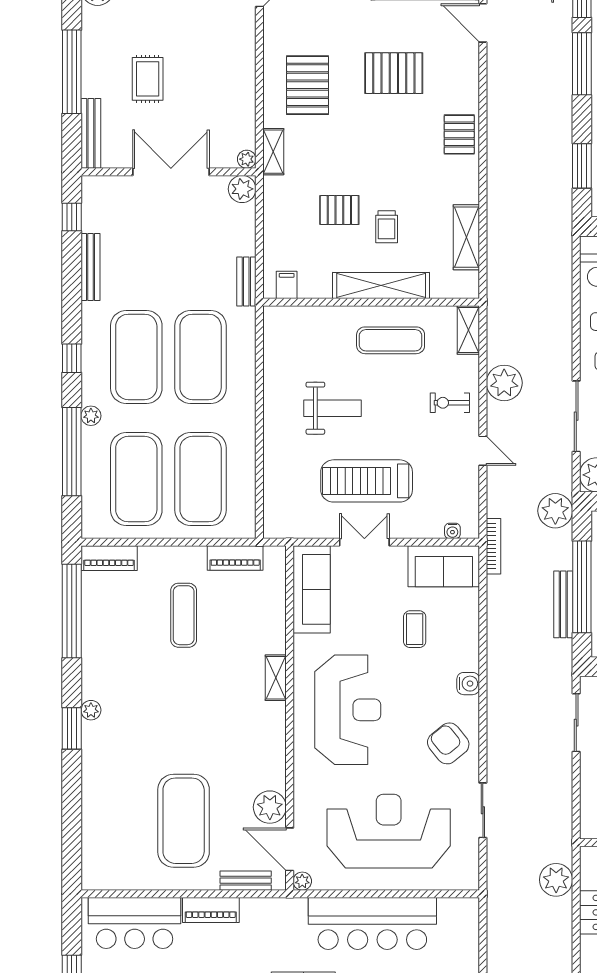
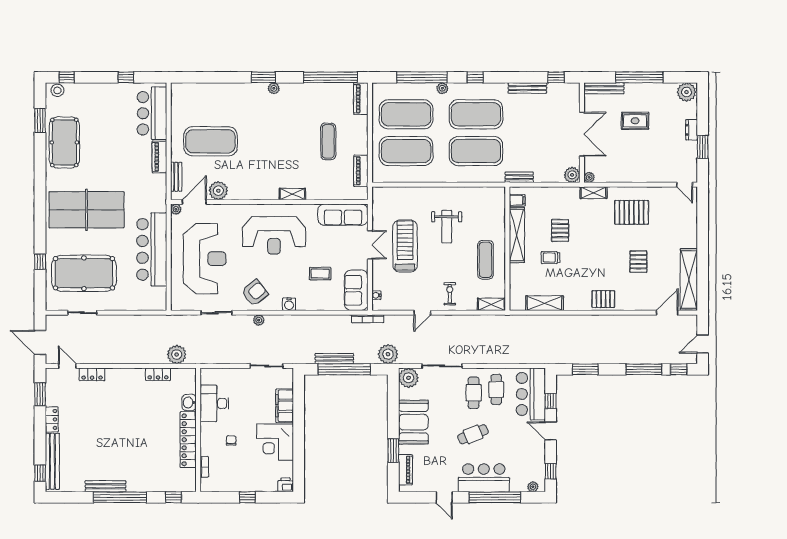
pallet: (394, 73) -> (638, 262), width x0.67, depth x0.71
shelving: (381, 286) -> (517, 235), moved
plant: (504, 383) -> (259, 320), moved, width x0.53, depth x0.53
exercise mat: (184, 615) -> (328, 141), turned 90

